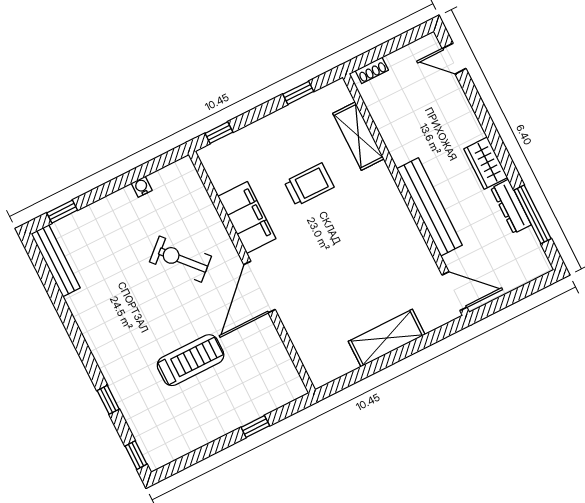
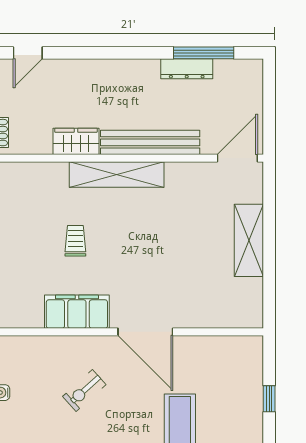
shelving: (358, 136) -> (117, 174), moved, width x1.47
wardrobe: (486, 163) -> (76, 141), moved, turned 180
trolley: (309, 184) -> (75, 241), width x0.73, depth x0.72
exercise bike: (180, 259) -> (84, 390), width x0.73, depth x0.72

